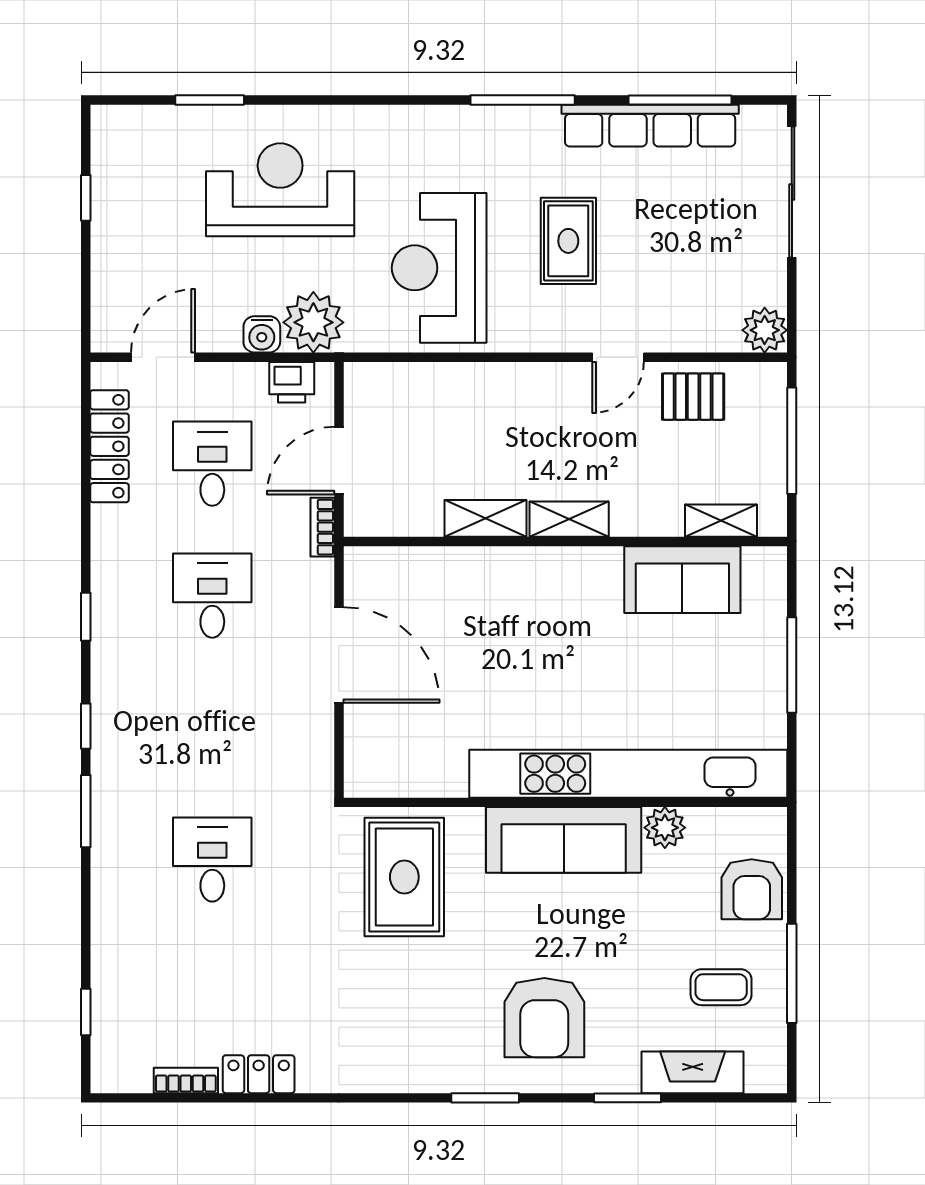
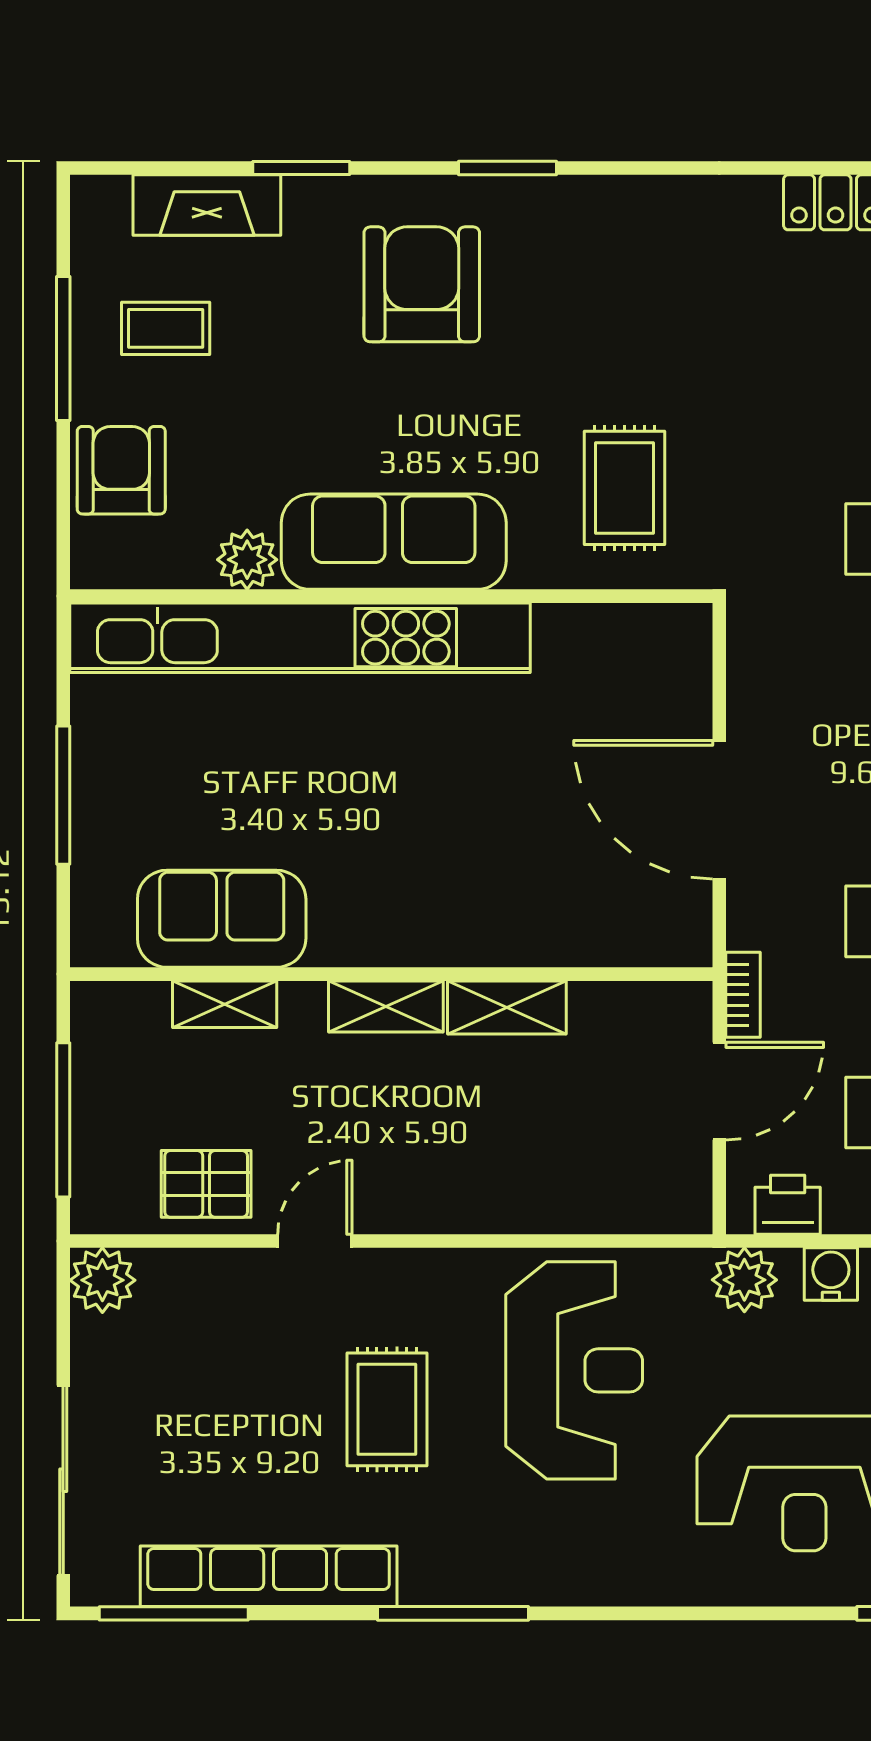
window: (680, 100) -> (174, 1613), moved
plant: (313, 322) -> (744, 1280), width x0.73, depth x0.73
shelving: (721, 521) -> (225, 1004), moved
rug: (404, 877) -> (624, 488), width x0.73, depth x0.70

